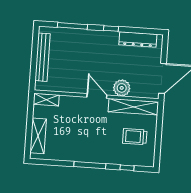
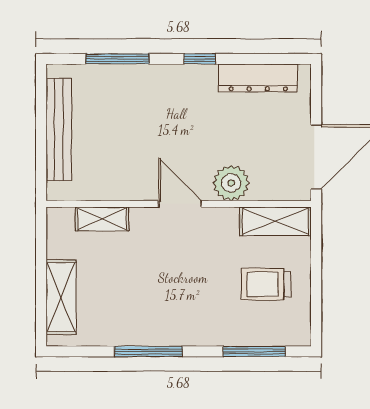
shelving: (46, 100) -> (102, 219), moved
shelving: (133, 107) -> (275, 221), width x0.68
window: (90, 165) -> (148, 351), moved
window: (127, 168) -> (254, 351), width x2.17

